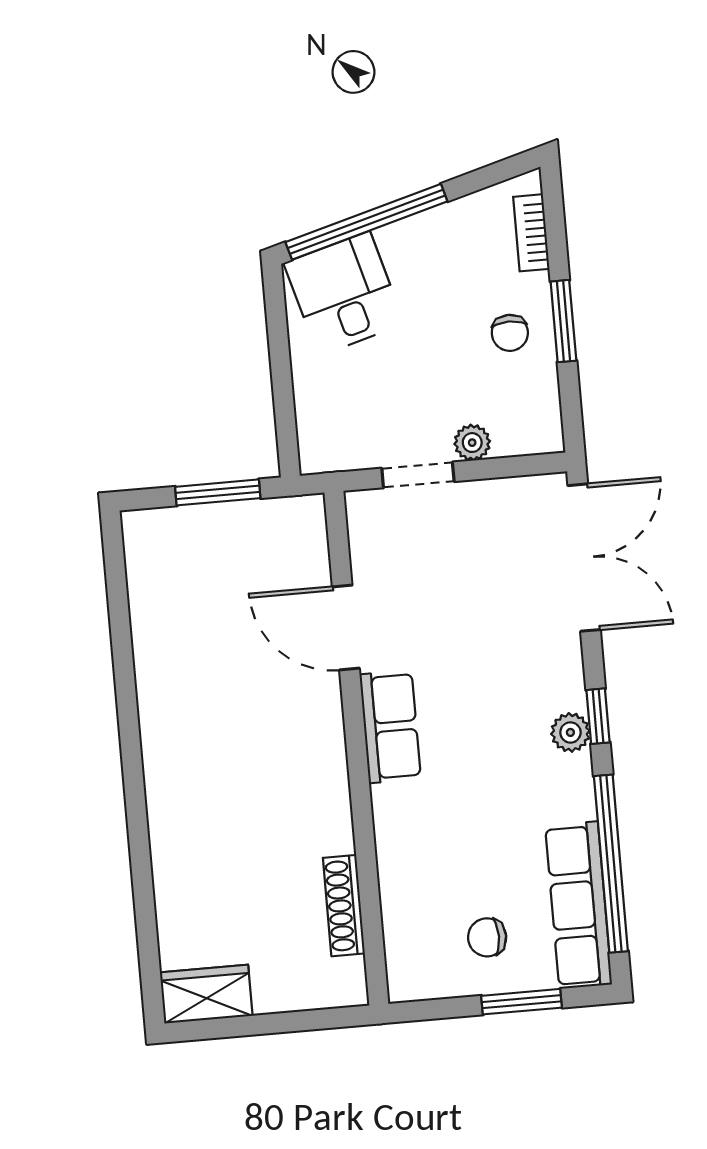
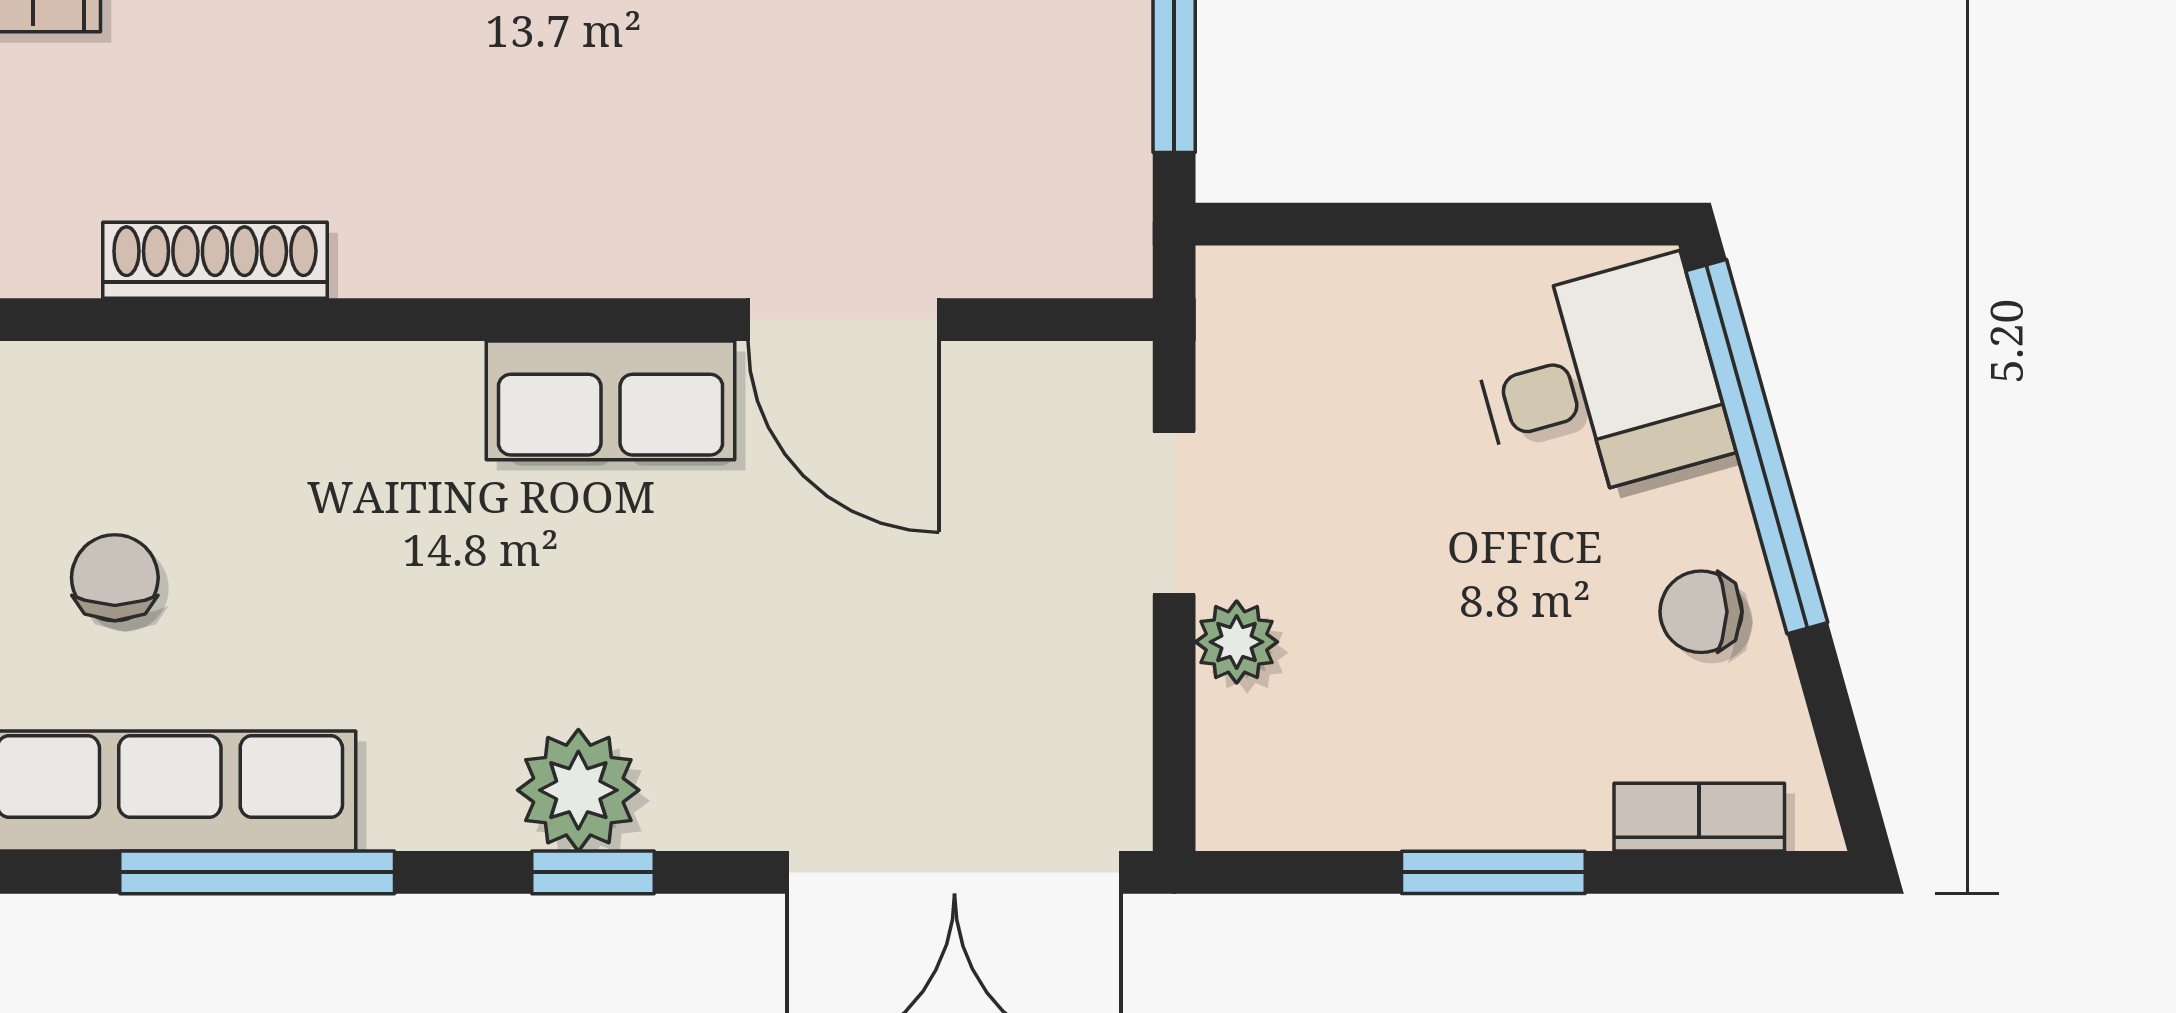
chair: (510, 333) -> (1701, 612), moved
door: (346, 627) -> (844, 320), swing flipped
plant: (570, 732) -> (578, 790), width x1.38, depth x1.38
window: (611, 864) -> (257, 872), width x0.68

